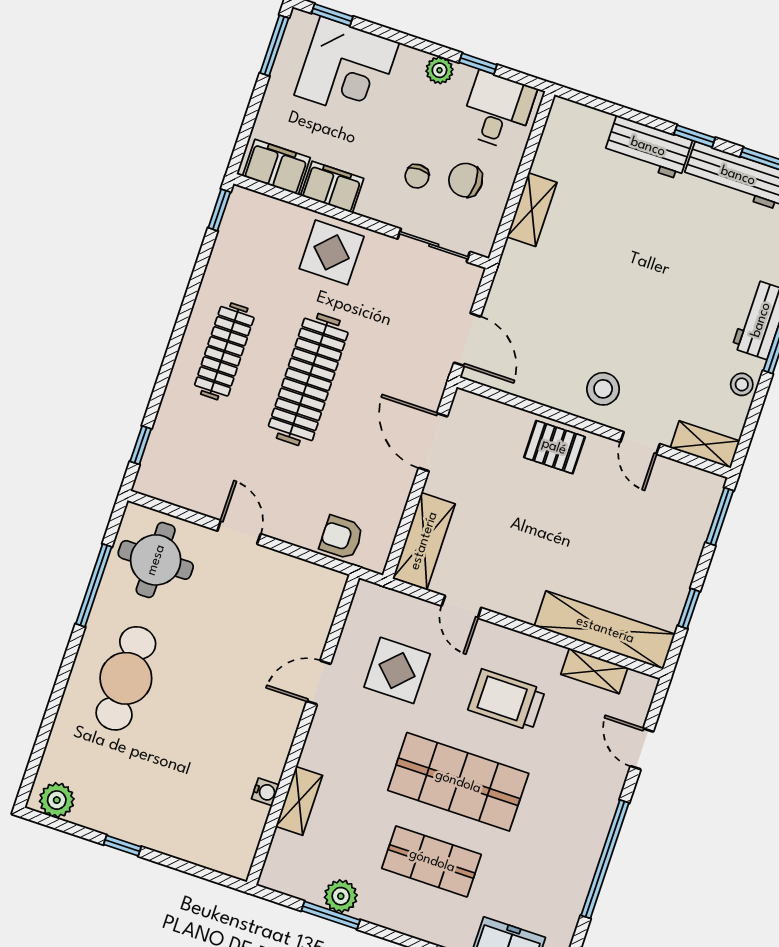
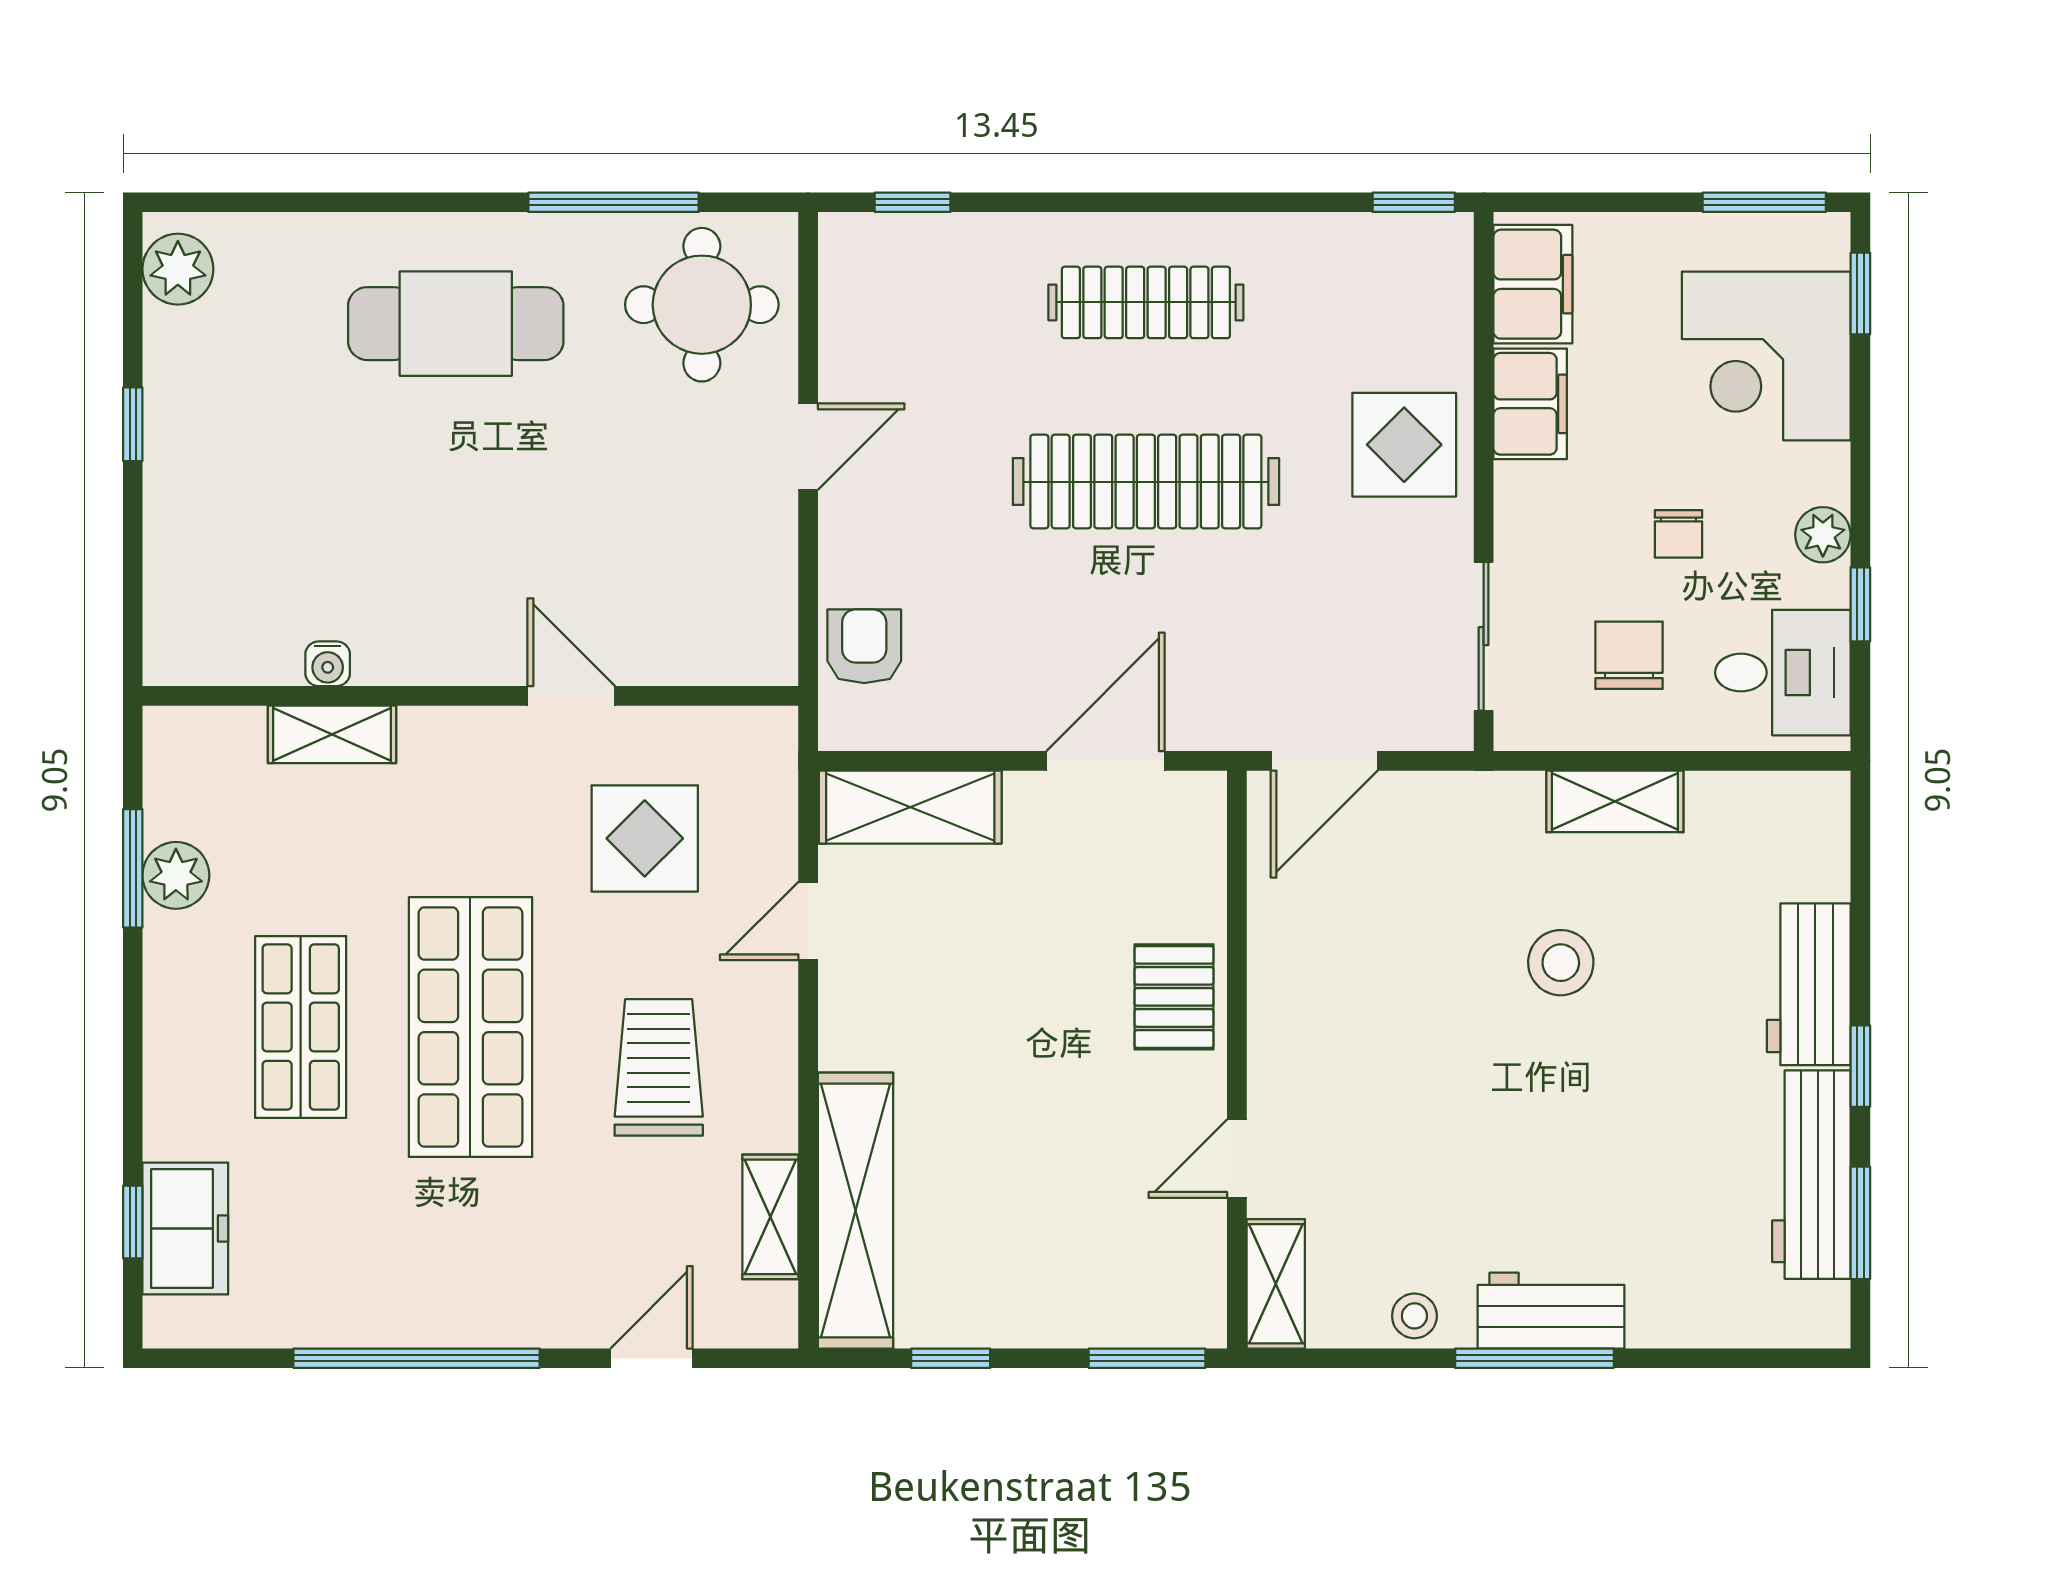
chair: (417, 176) -> (1678, 534), moved, turned -90
stool: (603, 389) -> (1561, 963), moved

